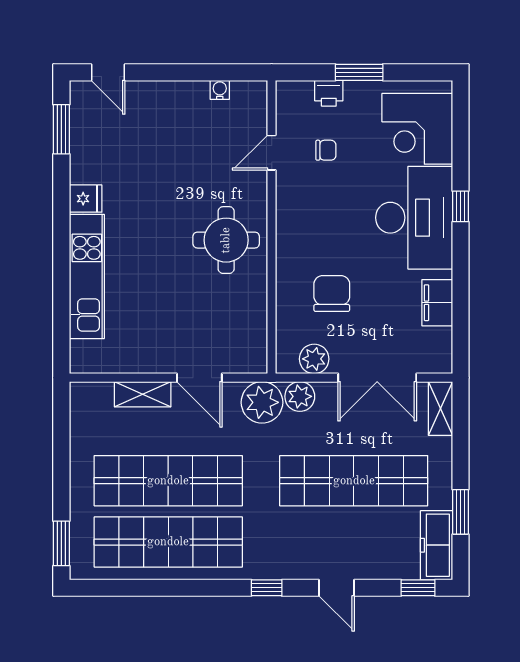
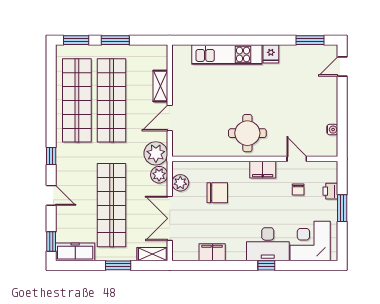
filing cabinet: (291, 213) -> (263, 170), added
desk: (414, 218) -> (268, 244), width x0.73, depth x0.77
window: (61, 474) -> (115, 40), added
window: (461, 512) -> (118, 265), moved
door: (336, 588) -> (51, 195), swing flipped

